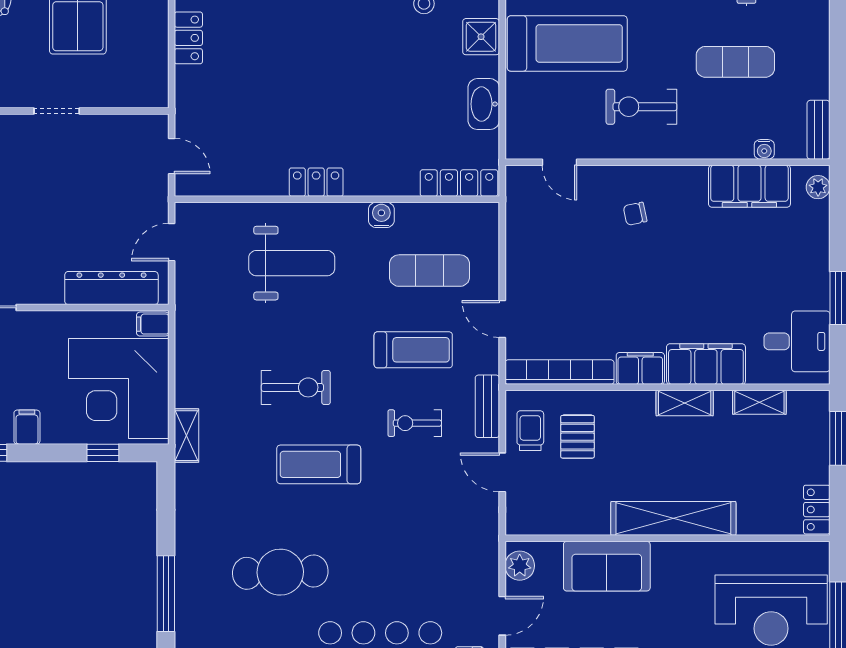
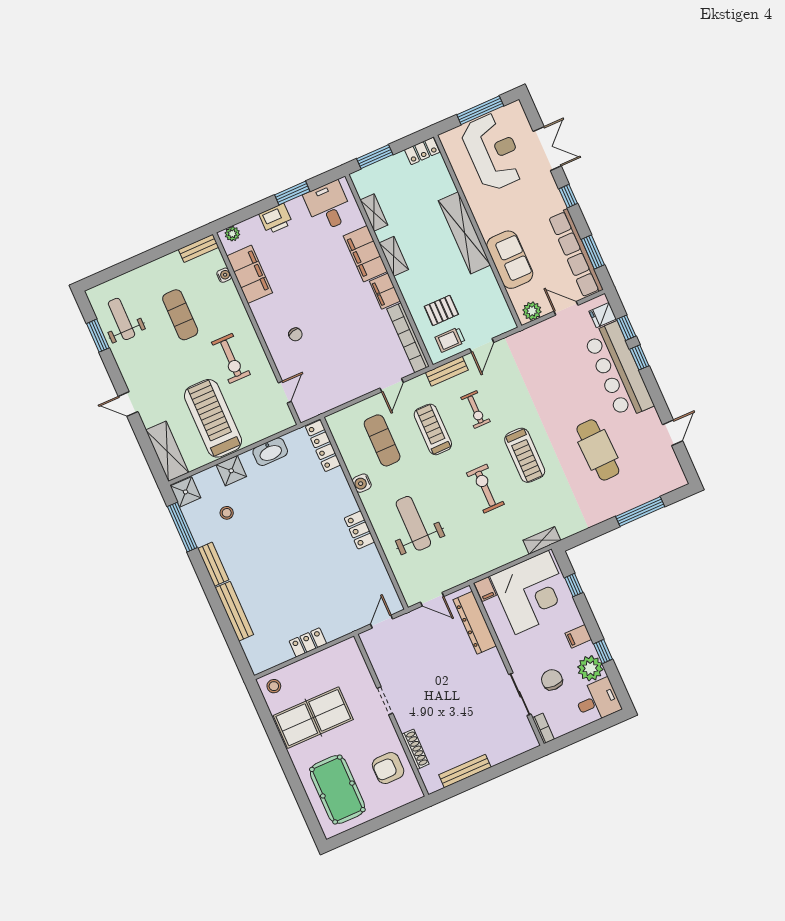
printer: (812, 258) -> (276, 219), added

